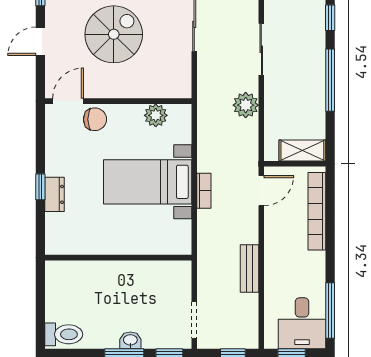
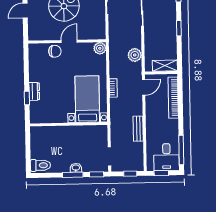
window: (330, 80) -> (179, 28), width x0.46
door: (68, 101) -> (69, 41), moved
plant: (246, 105) -> (135, 55), moved
plant: (156, 115) -> (100, 48), moved
bed with nightstands: (148, 182) -> (87, 99), moved, turned 90
window: (40, 187) -> (27, 98), moved

